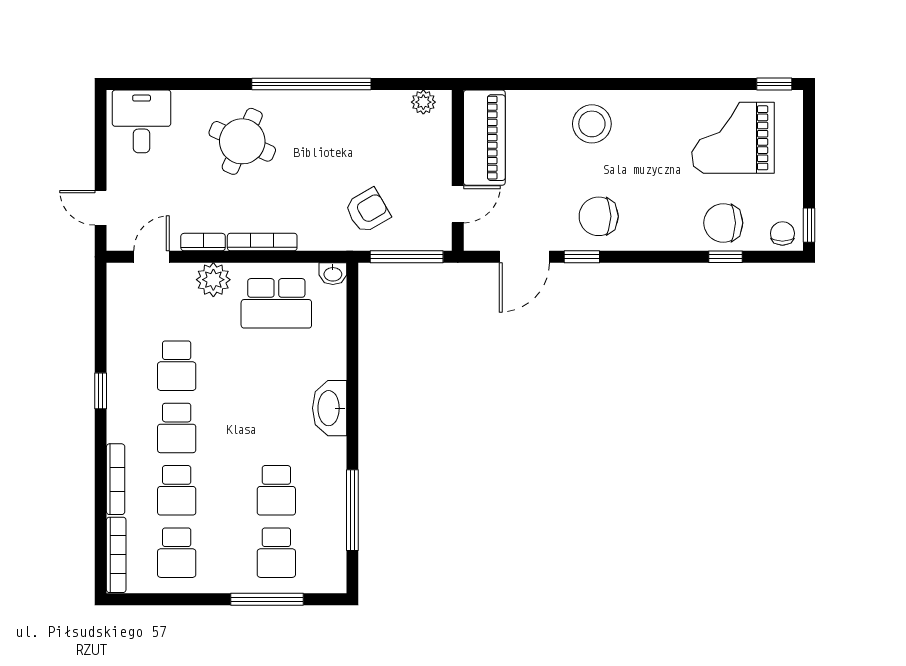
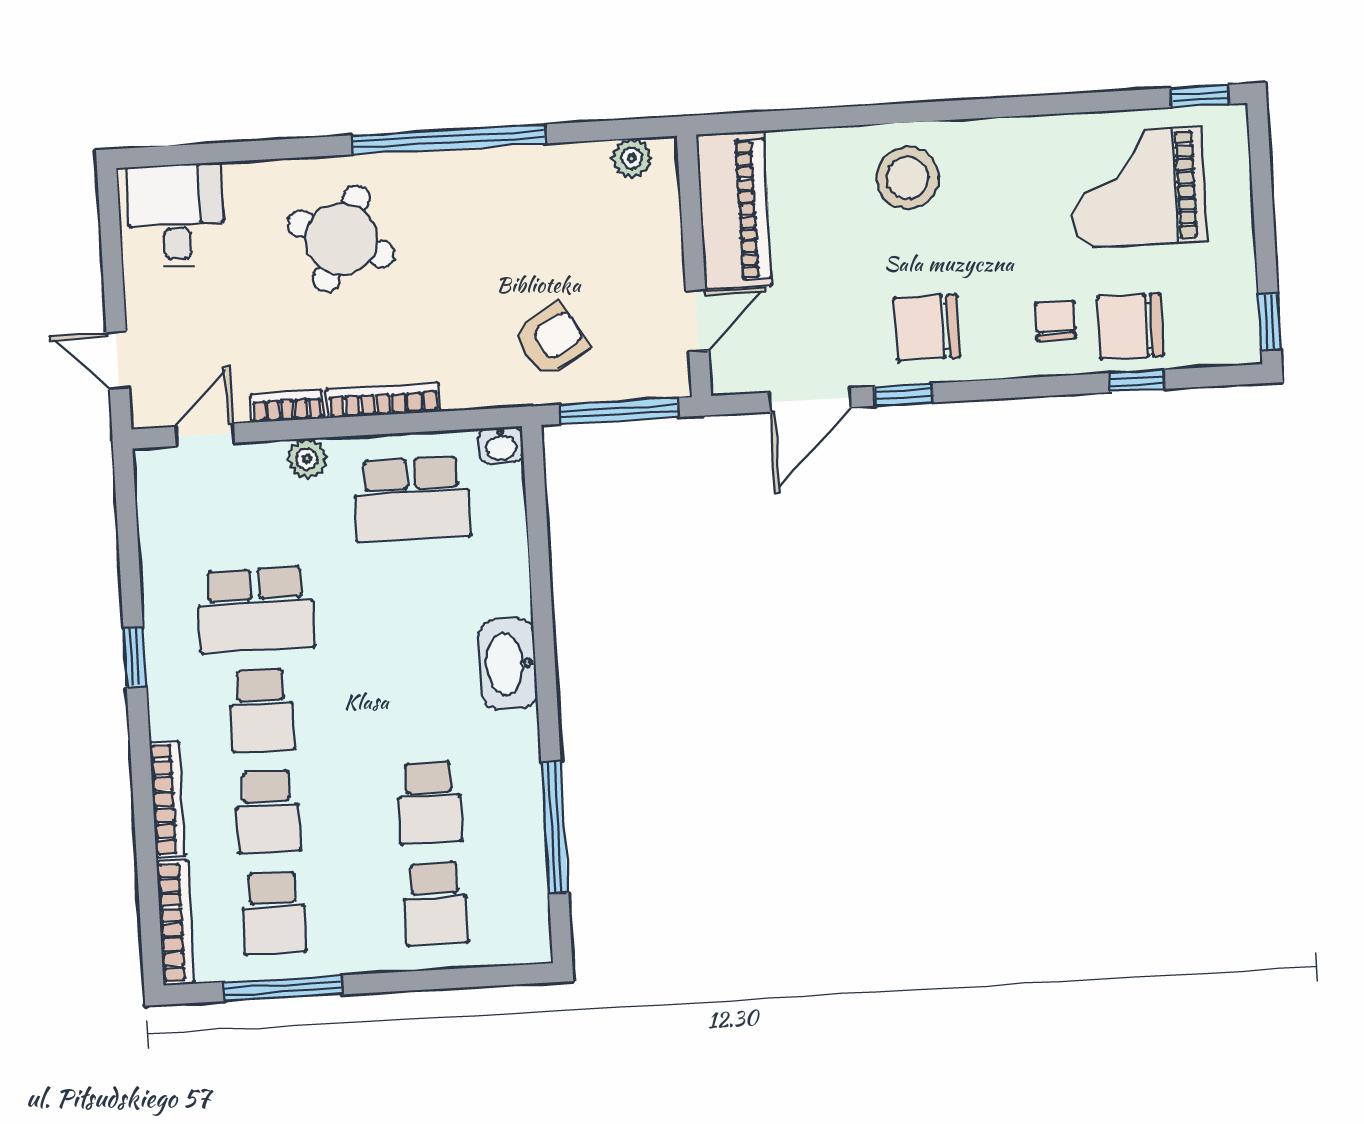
chair: (782, 233) -> (1056, 321), moved
plant: (213, 280) -> (307, 459), width x0.73, depth x0.73
school desk: (177, 366) -> (256, 609), width x1.85
window: (267, 599) -> (283, 988), moved

